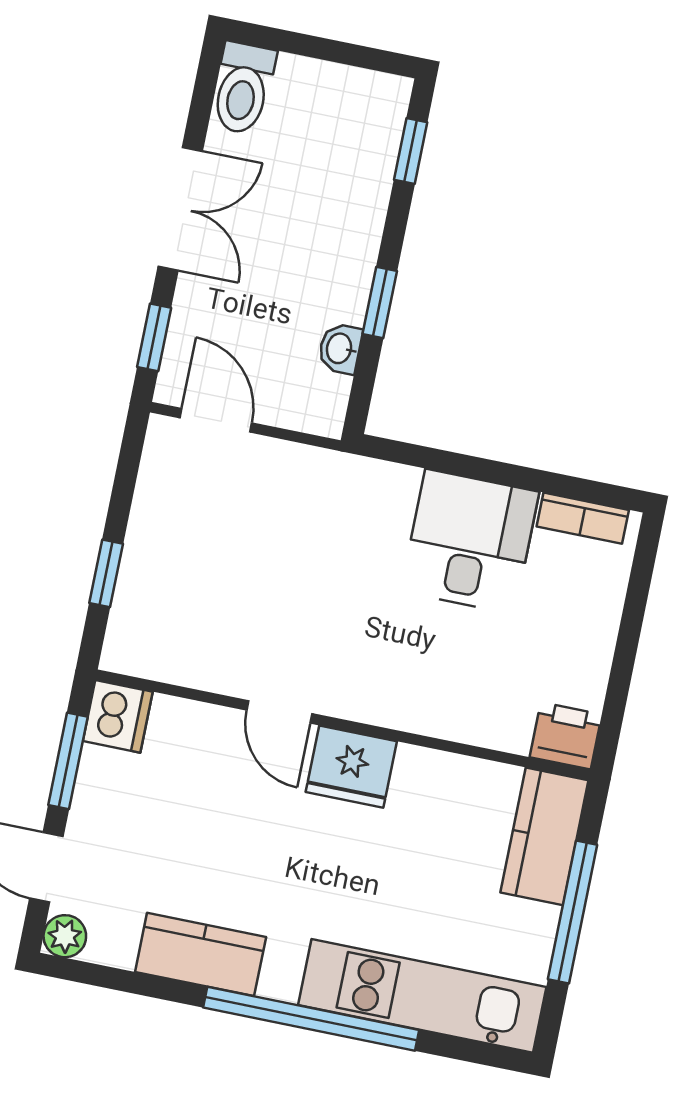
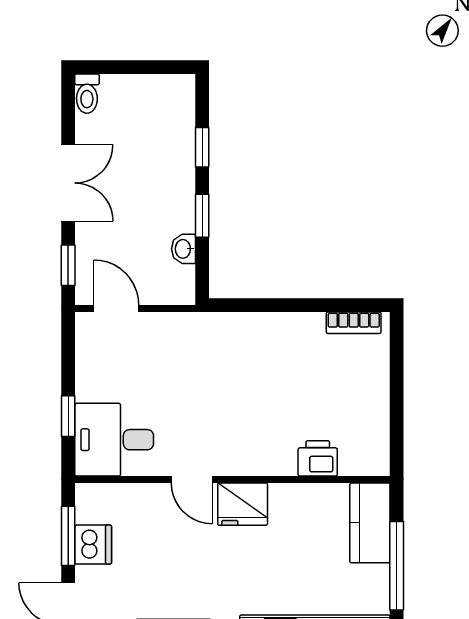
toilet: (243, 88) -> (87, 94), width x0.73, depth x0.72
window: (411, 151) -> (202, 147), moved
desk: (470, 541) -> (114, 440), moved, turned -90
dishwasher: (118, 716) -> (93, 545), moved
printer: (566, 736) -> (318, 458), moved

